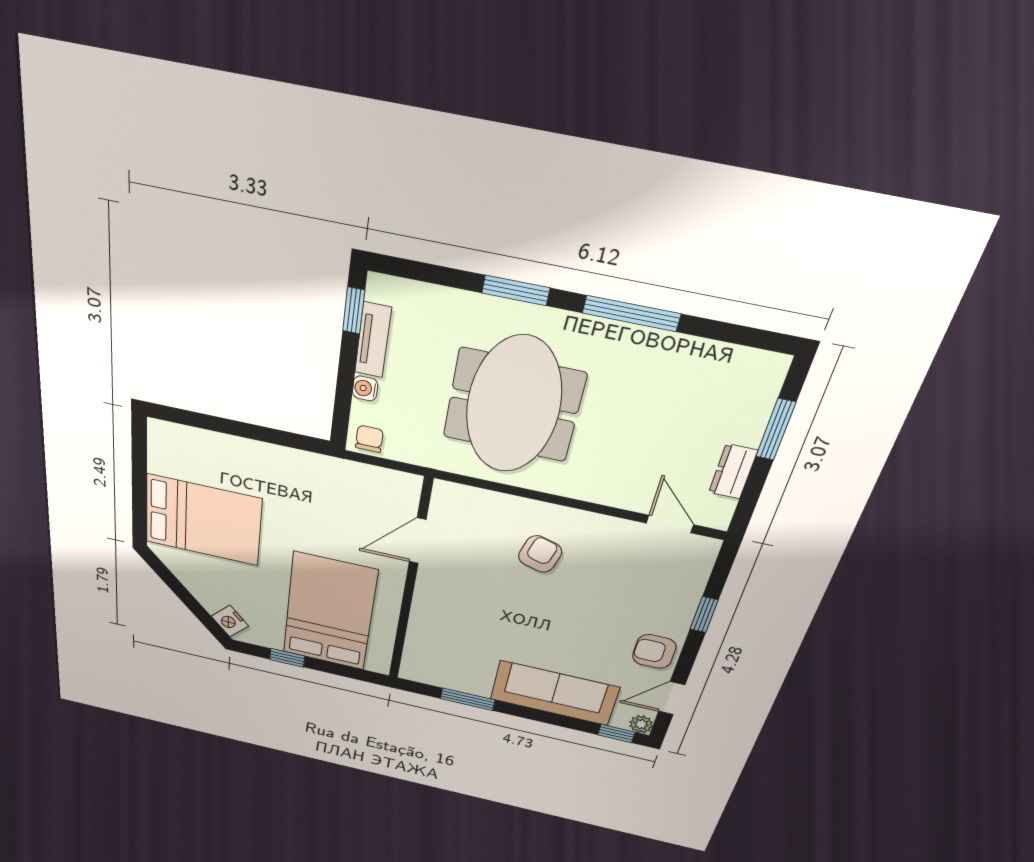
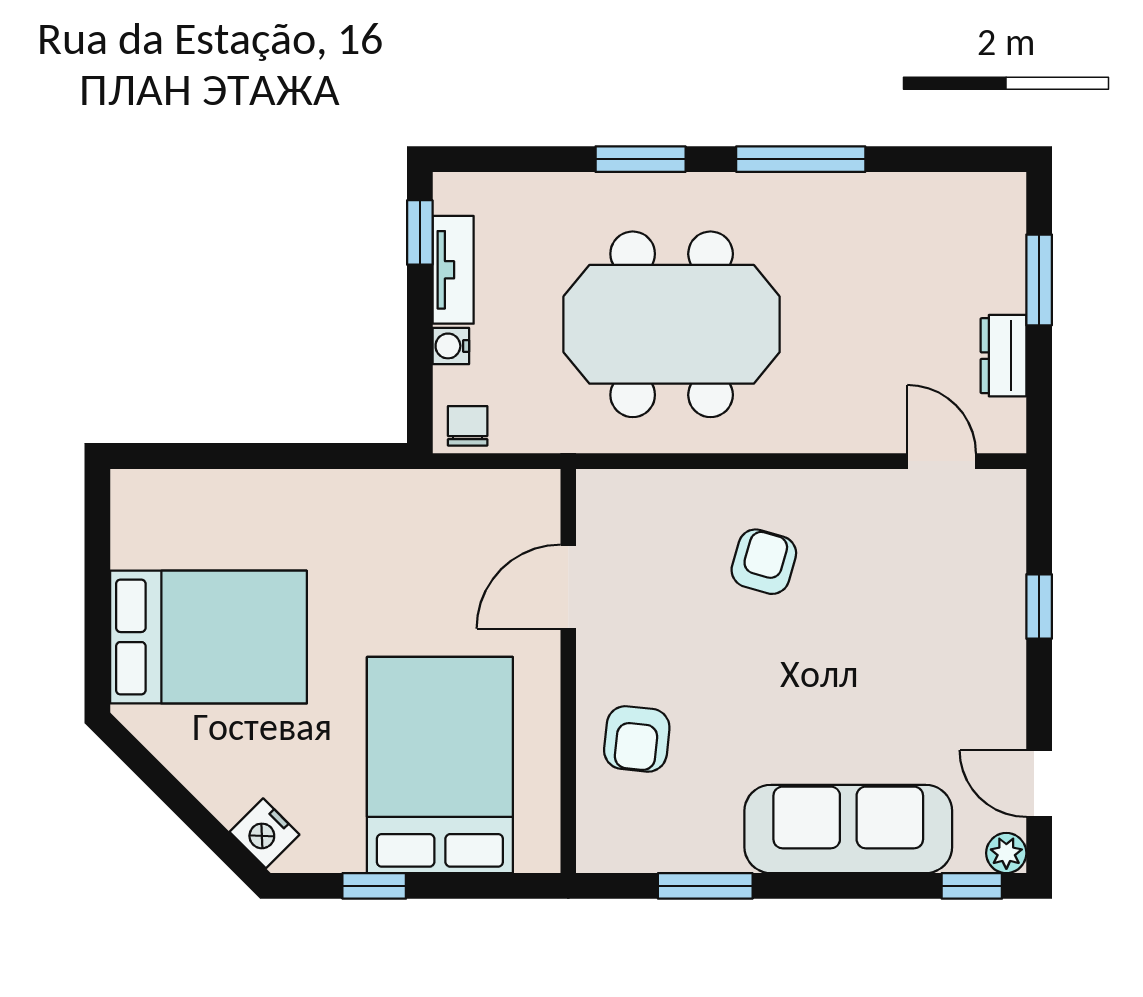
meeting table: (513, 405) -> (672, 324), turned 90
armchair: (654, 651) -> (637, 739), moved, turned -84
door: (672, 698) -> (1039, 783), hinge flipped

